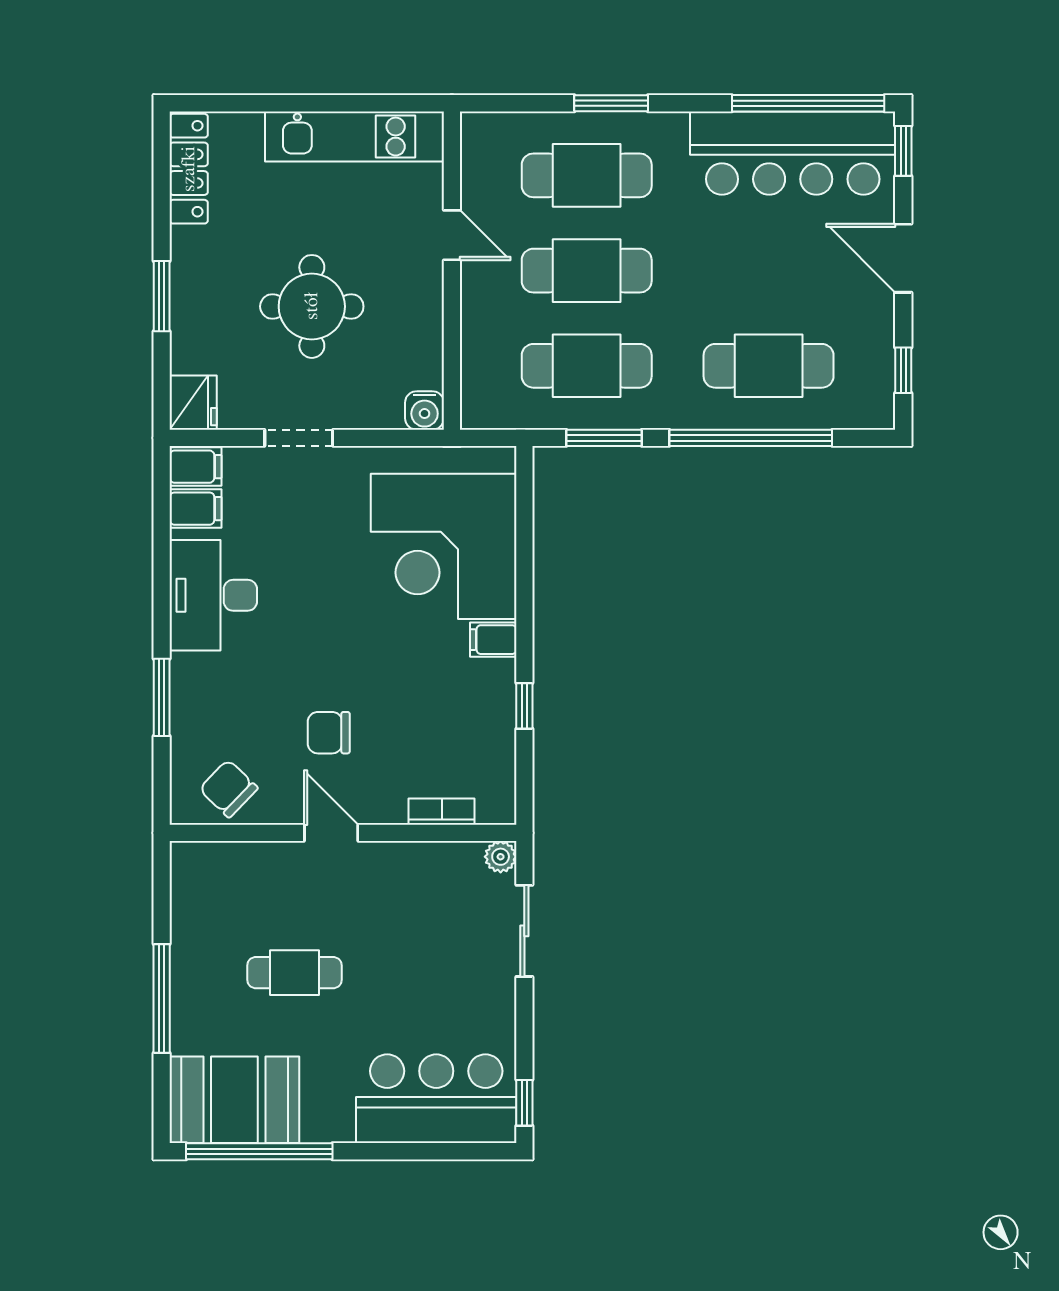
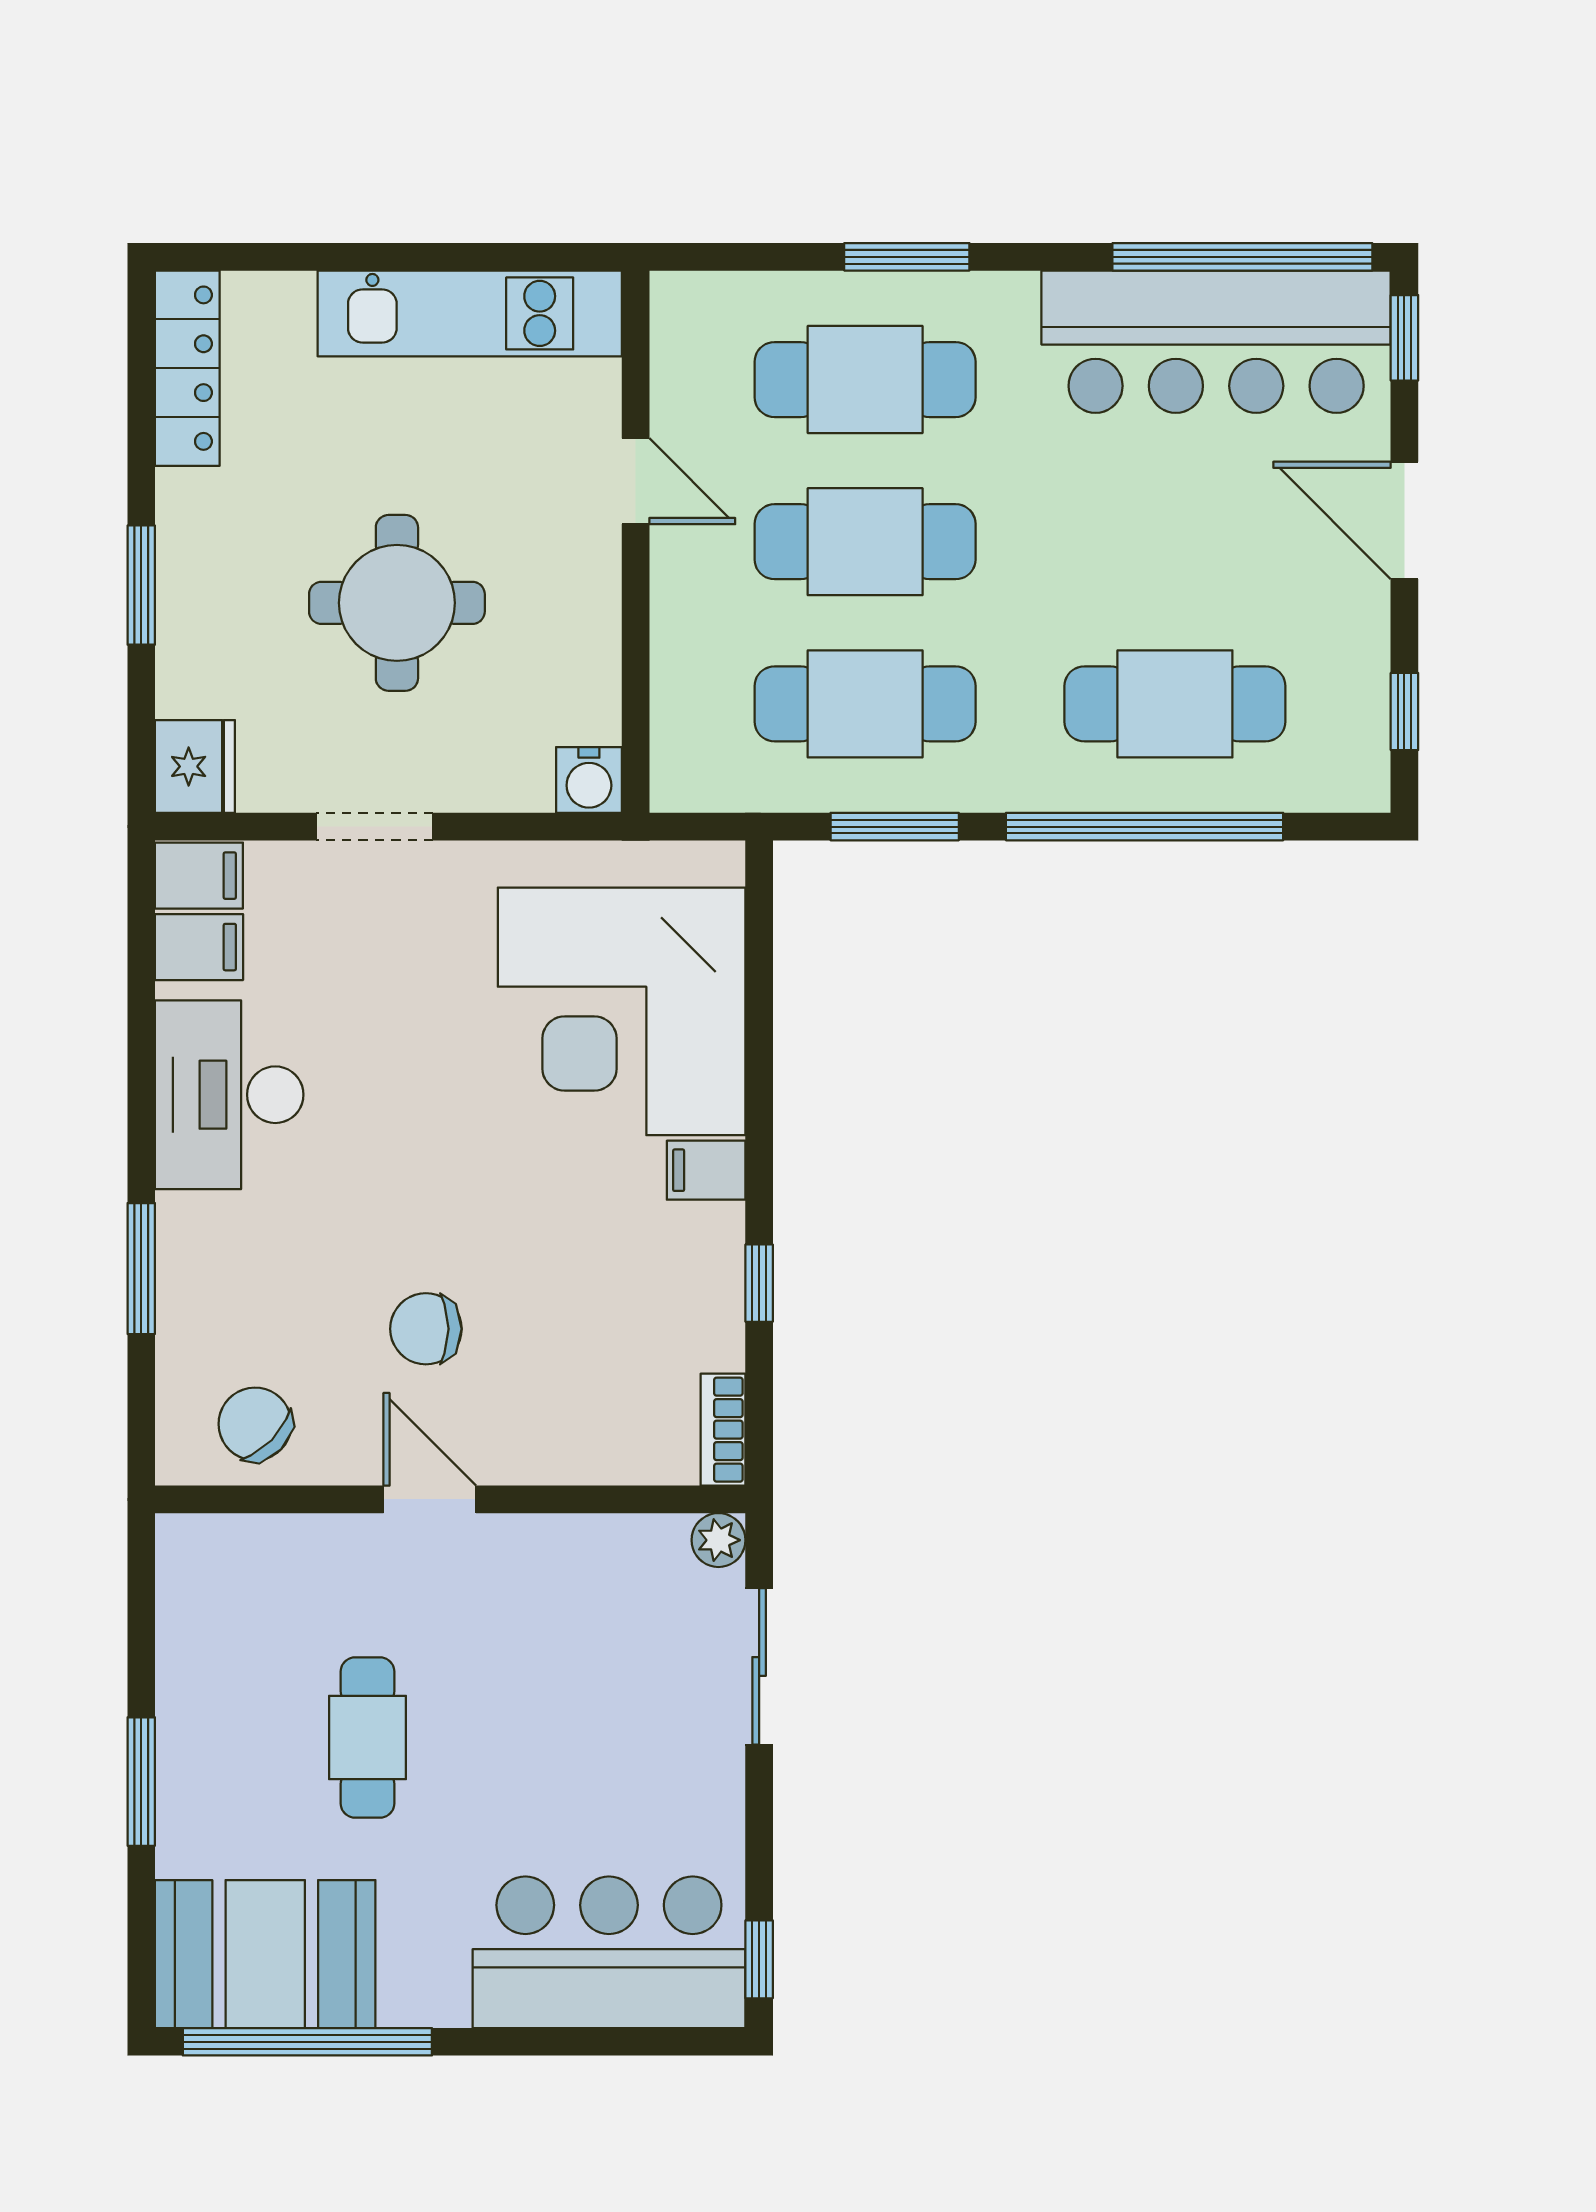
bookcase: (442, 812) -> (723, 1430), moved, turned -90
cafe table: (295, 973) -> (368, 1738), turned 90
window: (162, 999) -> (141, 1782), width x0.69

